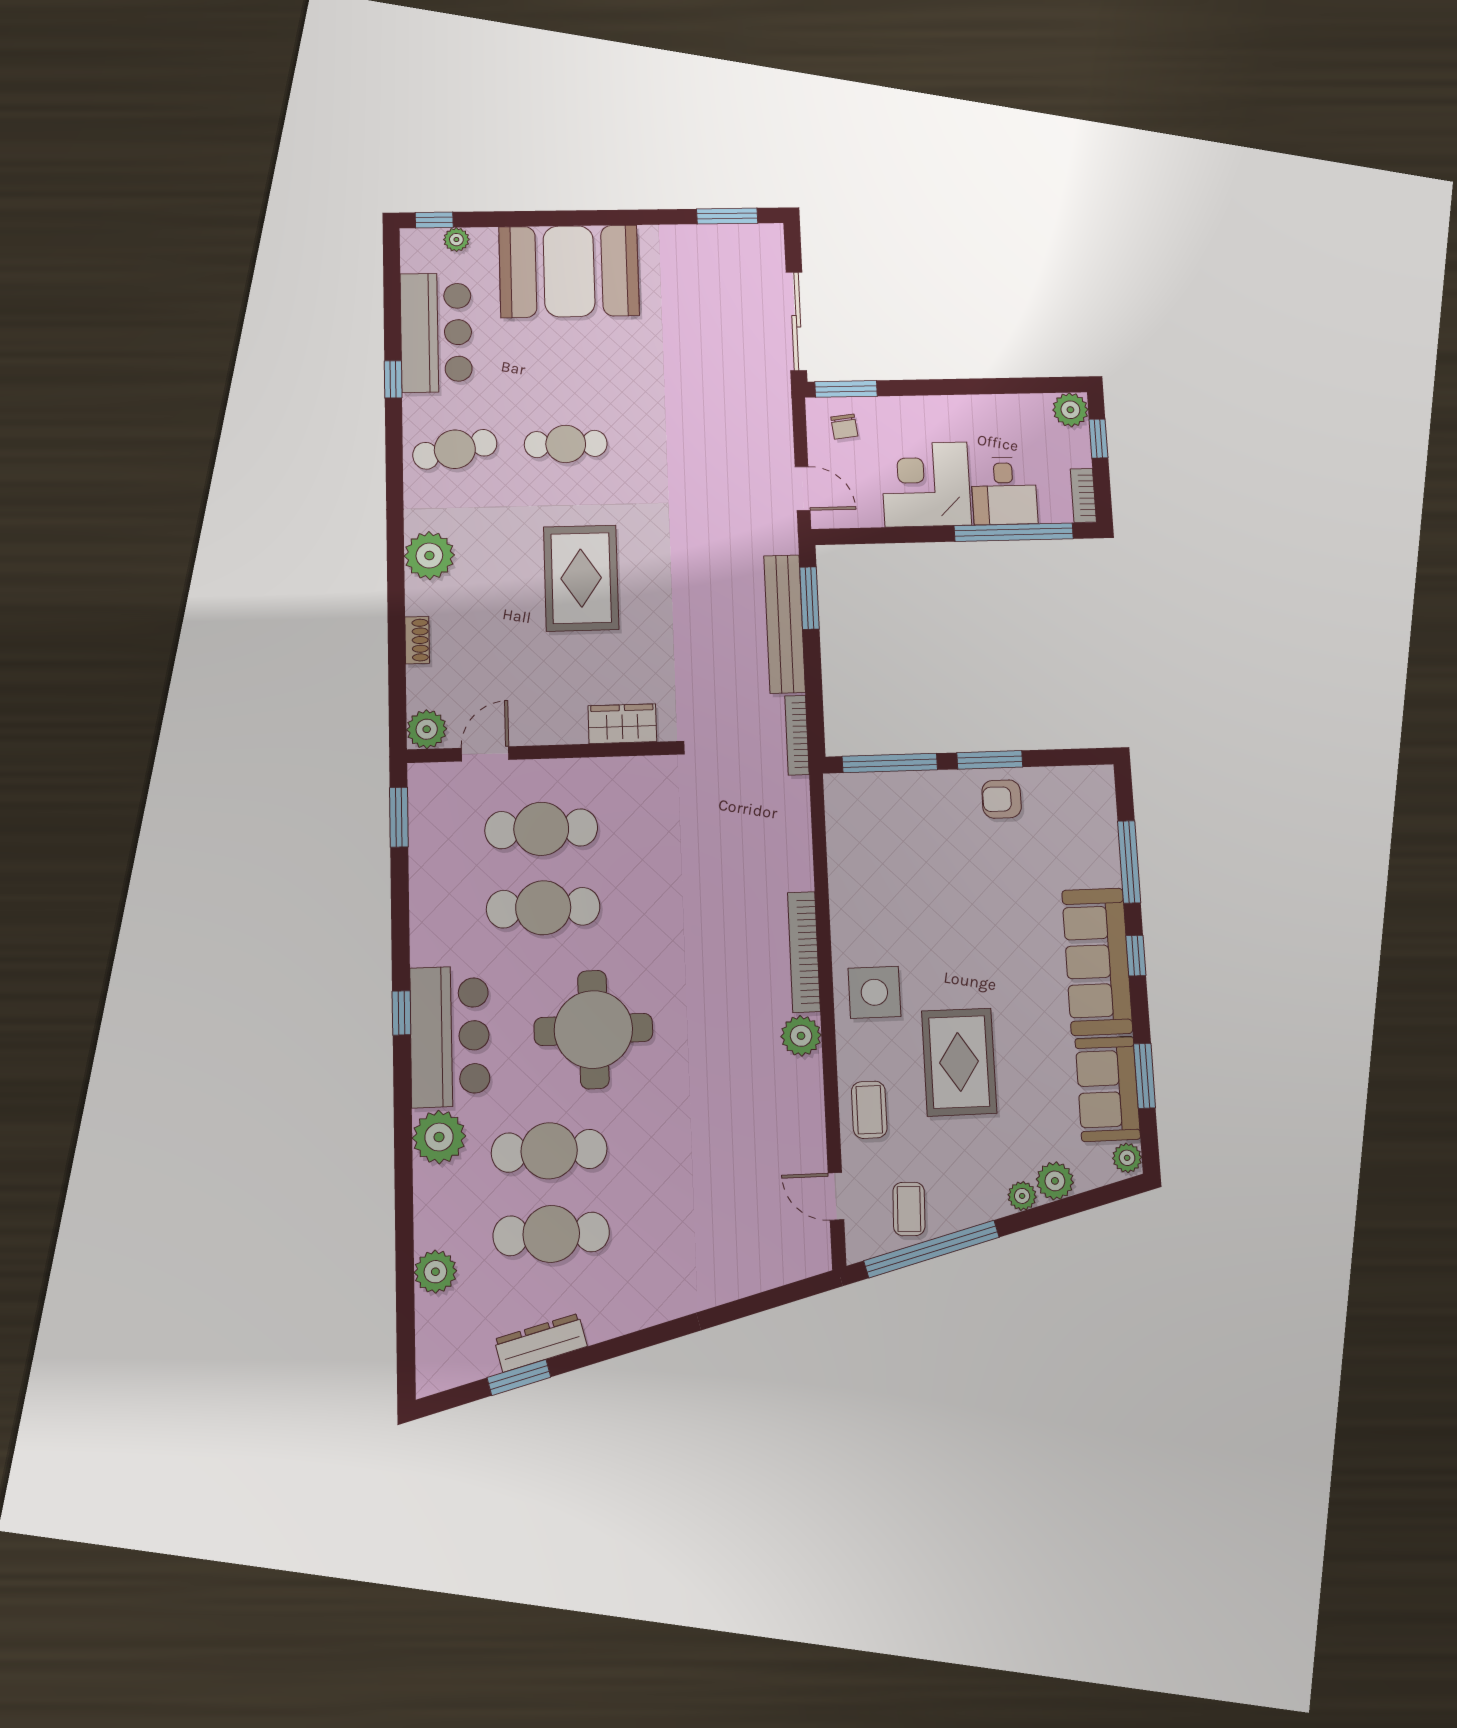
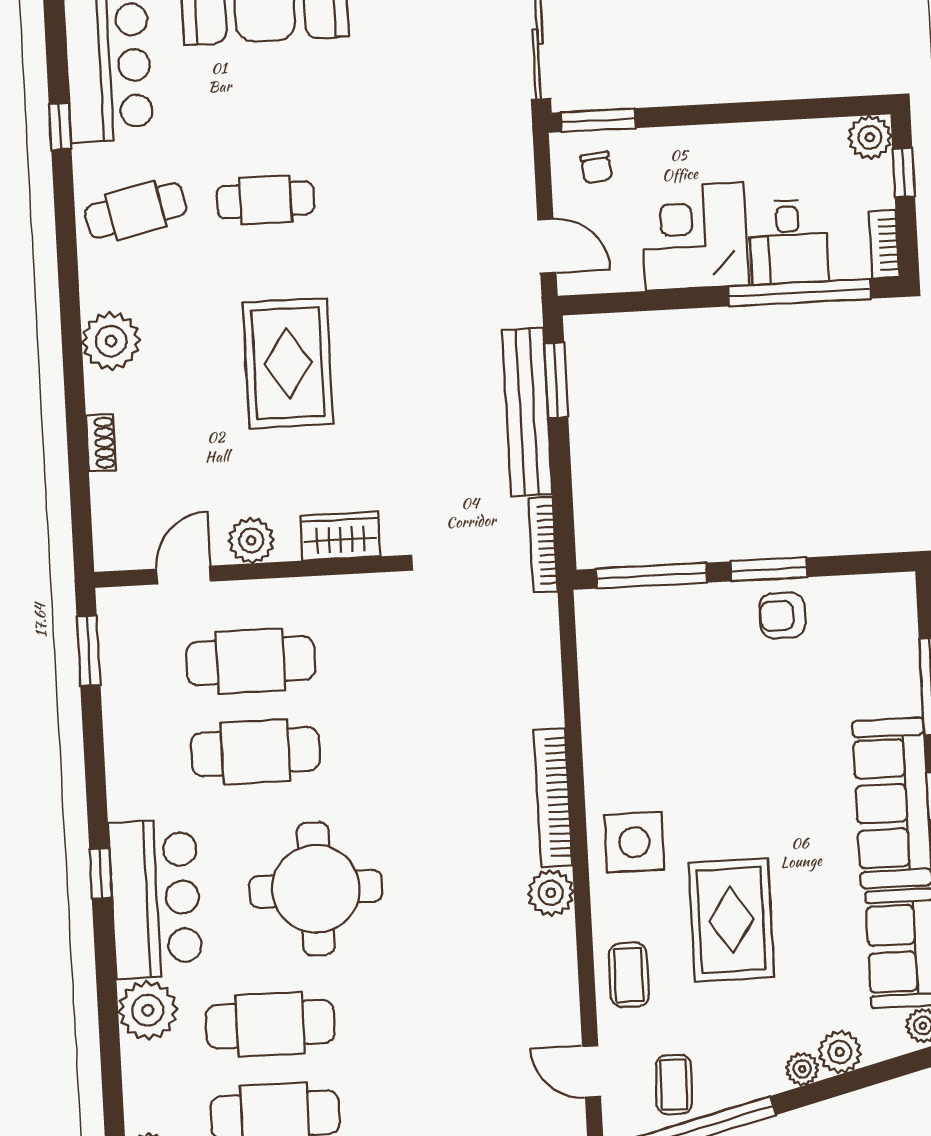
plant: (427, 729) -> (251, 540), moved

